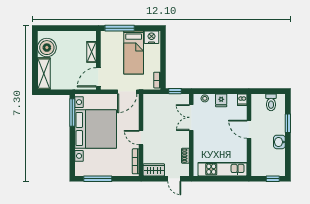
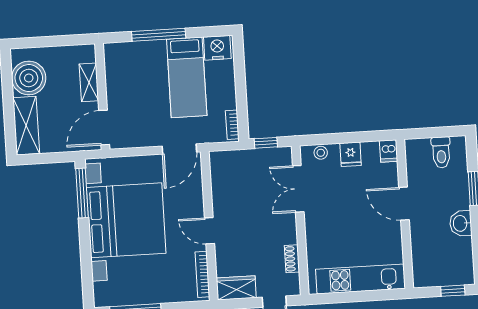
shelving: (92, 52) -> (89, 82), moved
wall: (98, 60) -> (102, 96), moved
door: (98, 77) -> (104, 128), moved

